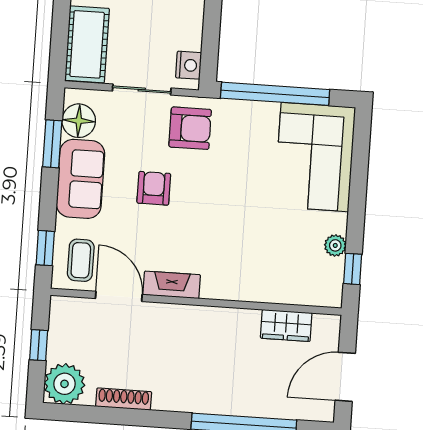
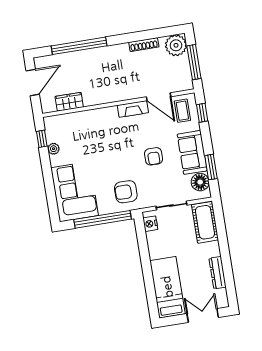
armchair: (190, 128) -> (126, 192), moved
window: (39, 345) -> (194, 62), width x2.17

